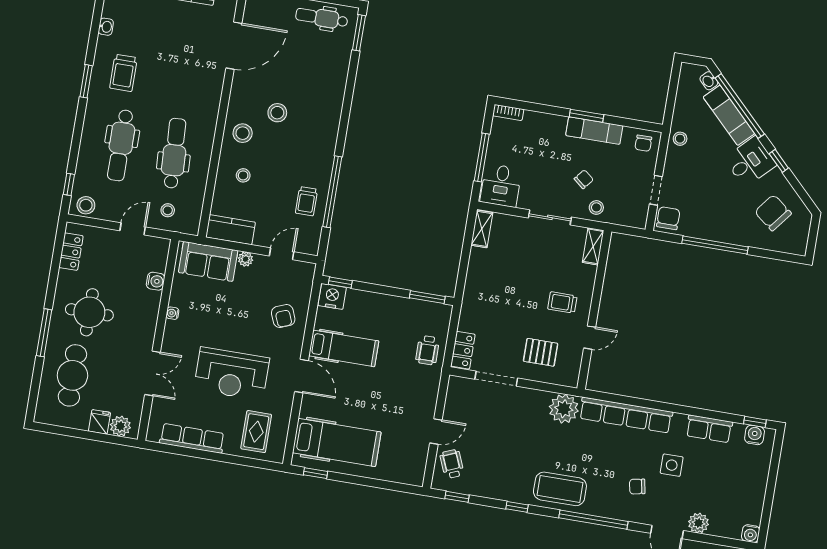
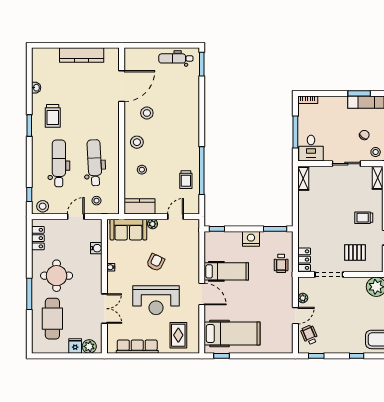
stool: (277, 113) -> (147, 113), moved
dental chair: (121, 145) -> (59, 163), turned 180
nightstand: (332, 296) -> (251, 239), moved
armchair: (283, 316) -> (155, 262), moved, turned -132
plant: (451, 407) -> (303, 298), added

